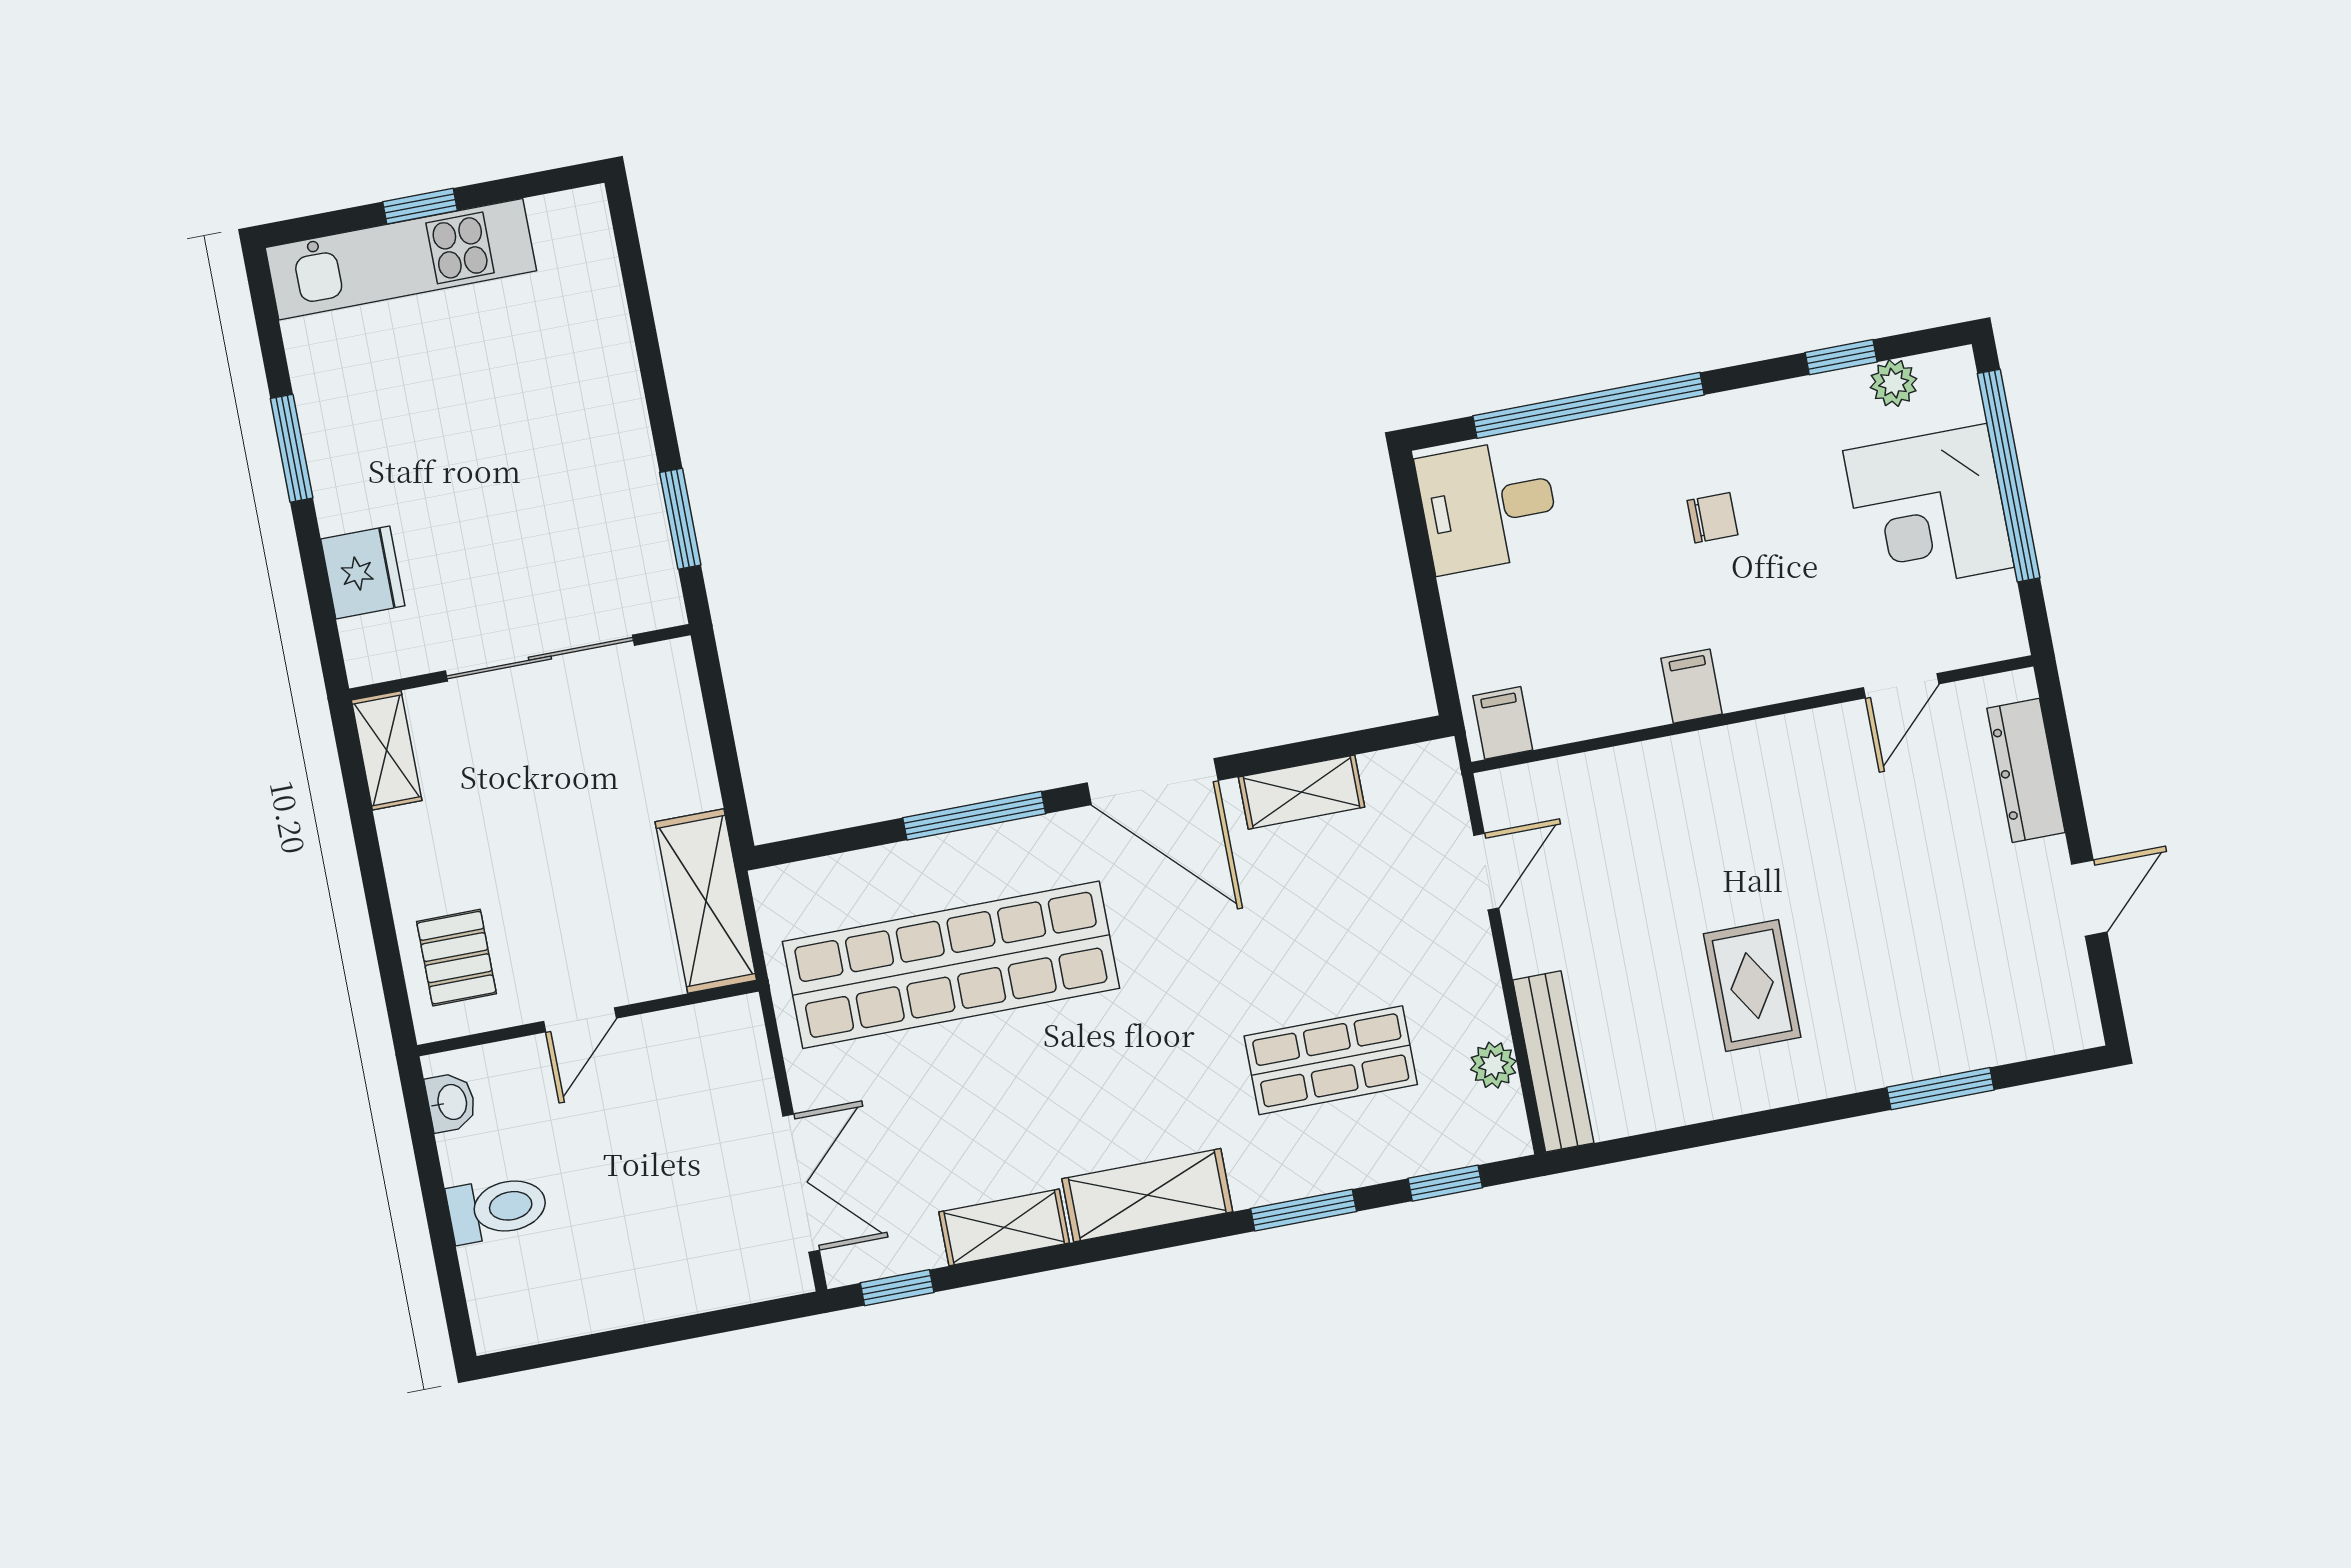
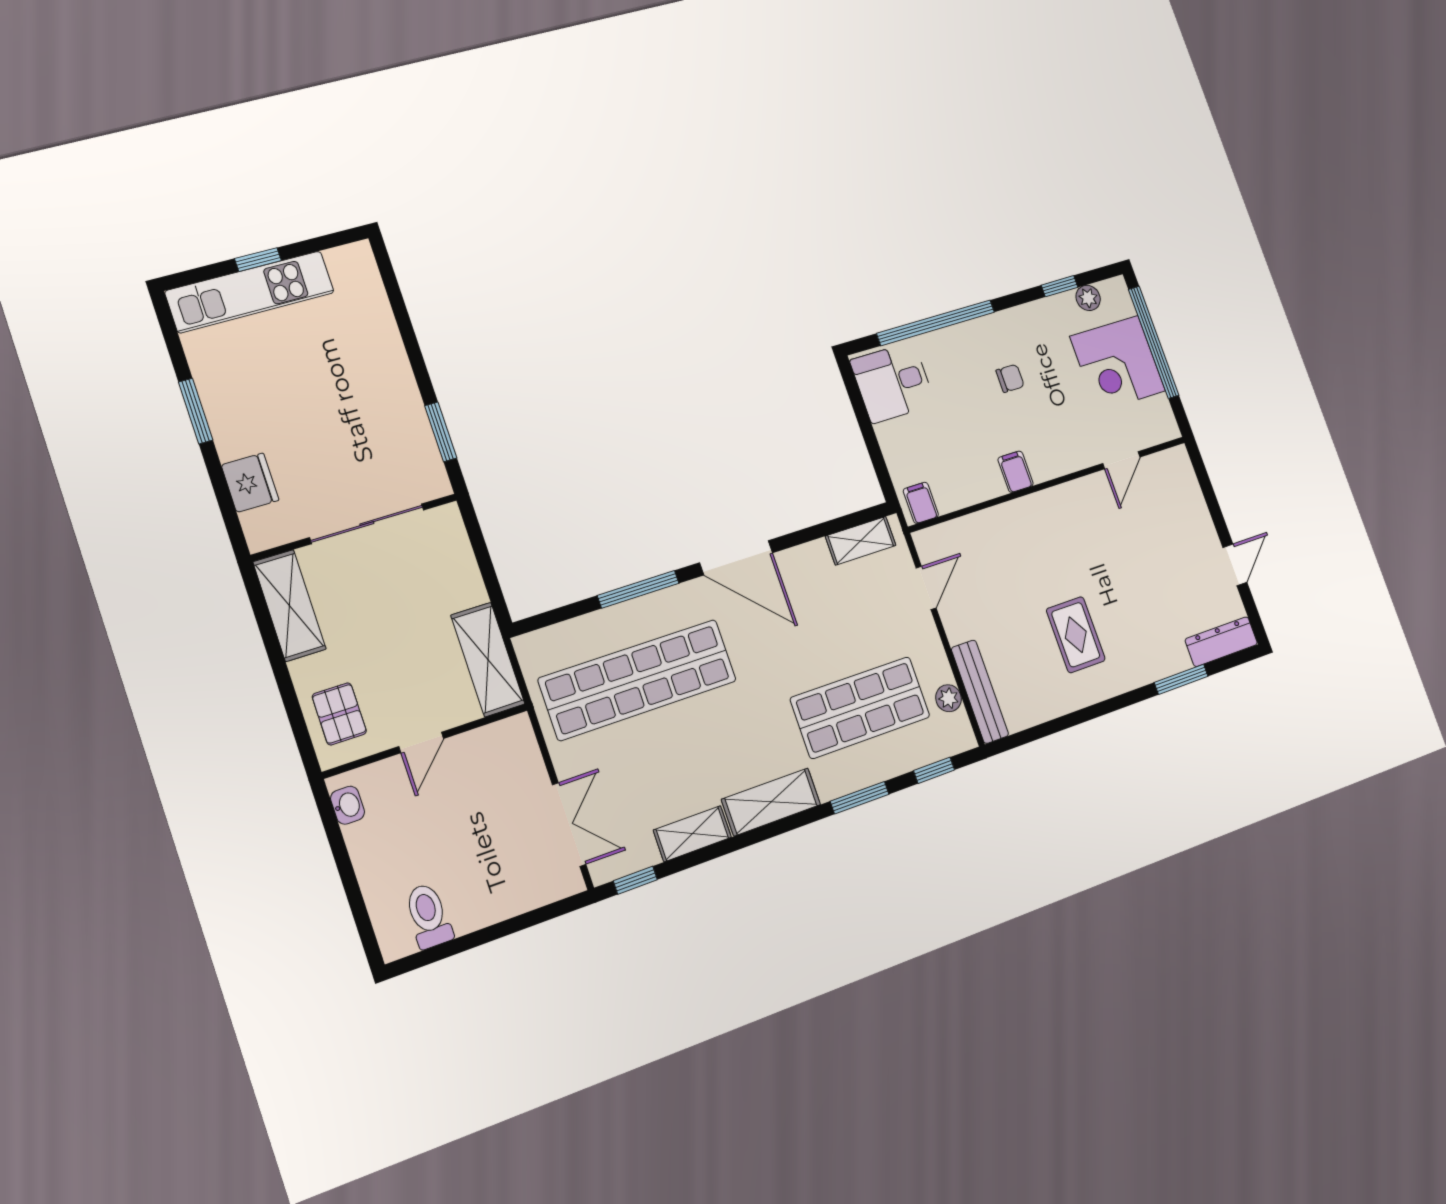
shelving: (387, 750) -> (289, 606), width x1.50, depth x1.33
dresser: (2026, 770) -> (1221, 642), moved, turned 90
shelving: (1302, 792) -> (861, 541), moved
shop shelf: (1331, 1060) -> (860, 707), width x1.43, depth x1.36
toilet: (497, 1208) -> (428, 916), moved, turned -90

